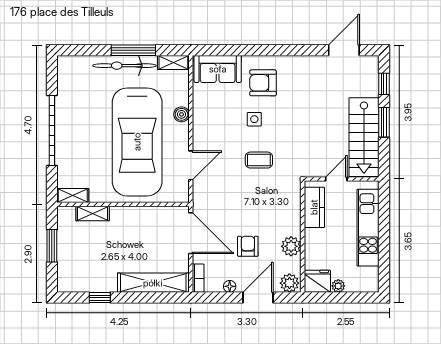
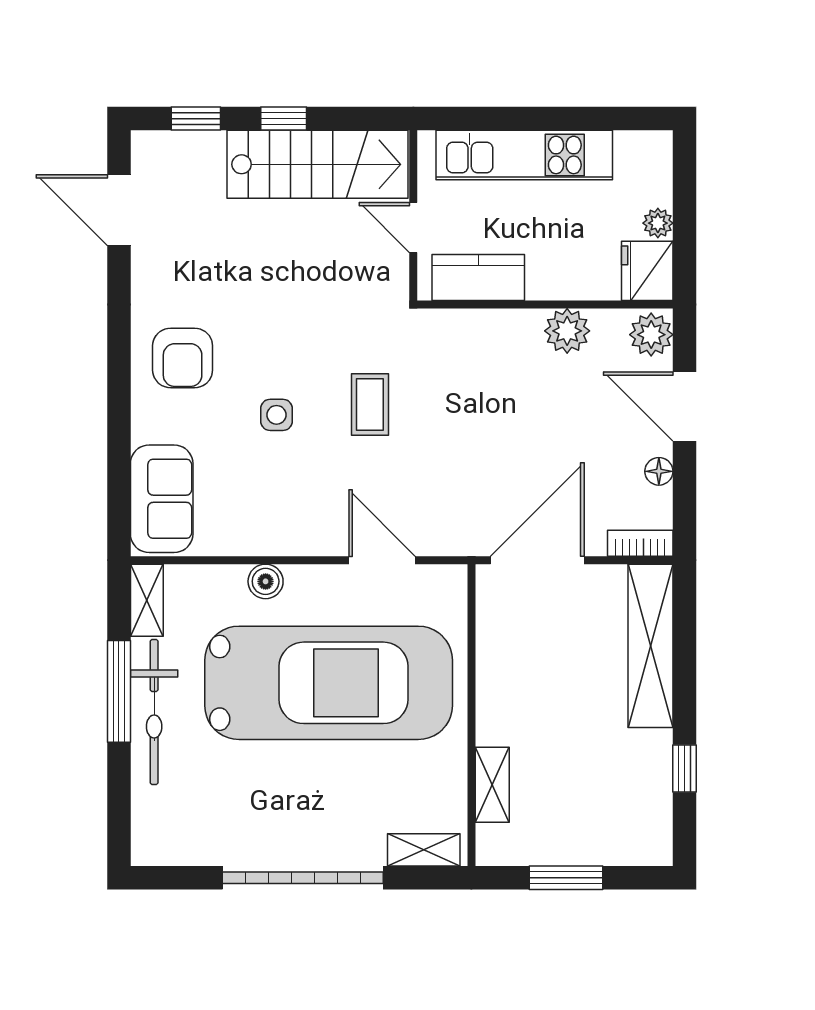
armchair: (263, 83) -> (183, 358), moved
window: (384, 122) -> (284, 119), width x0.67
shelving: (73, 196) -> (424, 850), moved, turned 90
armchair: (248, 246) -> (567, 430), removed

